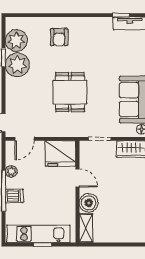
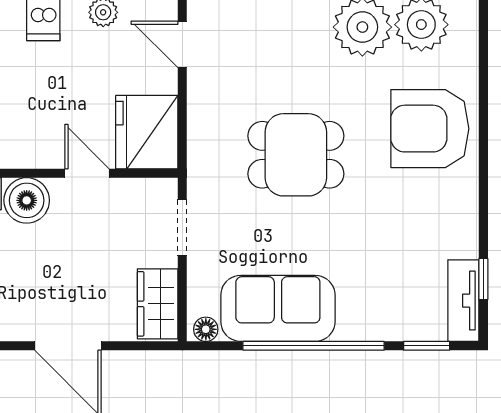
armchair: (59, 37) -> (430, 129), width x1.88, depth x1.88
door: (77, 178) -> (87, 173), swing flipped

